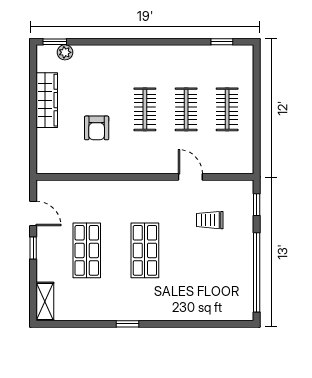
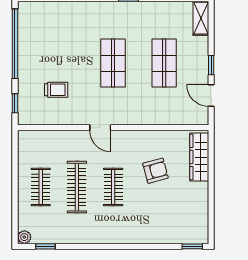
plant: (65, 52) -> (24, 237), moved
wardrobe: (47, 100) -> (199, 157), moved
clothes rail: (186, 109) -> (77, 187), width x1.36
armchair: (97, 128) -> (155, 171), turned 75
door: (190, 177) -> (100, 128), moved

